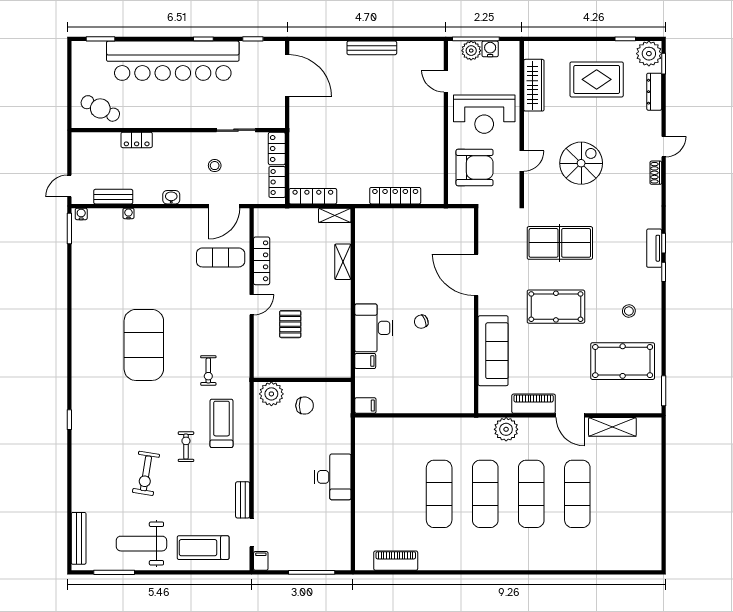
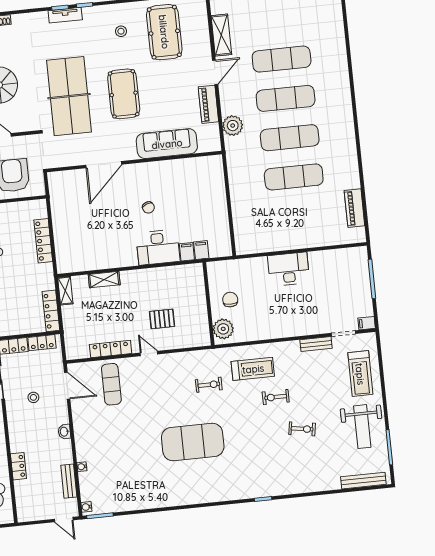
table tennis table: (560, 243) -> (69, 96), width x1.36, depth x1.32
filing cabinet: (365, 406) -> (201, 250), moved
treadmill: (222, 423) -> (253, 369), turned 180
exercise bike: (146, 473) -> (302, 429), width x0.73, depth x0.72

